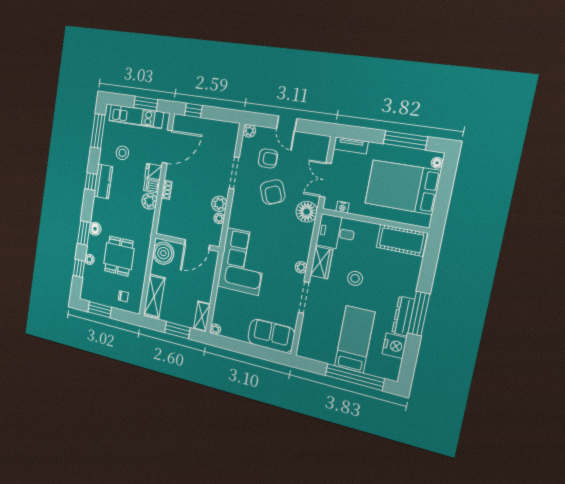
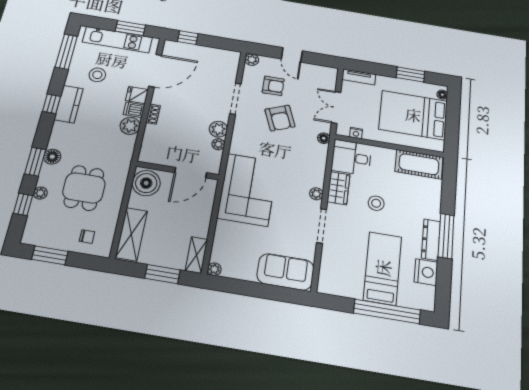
window: (405, 140) -> (410, 75), width x0.69
floor lamp: (307, 212) -> (324, 138), width x0.53, depth x0.53

